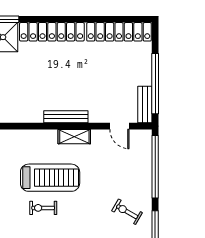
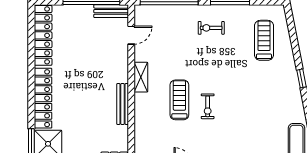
bench: (66, 117) -> (123, 104), moved
treadmill: (50, 178) -> (179, 100), width x0.73, depth x0.73
exercise bike: (127, 212) -> (211, 28), turned 60

